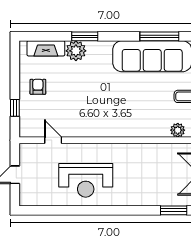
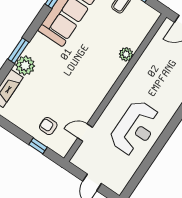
armchair: (38, 87) -> (48, 126), moved
plant: (178, 130) -> (126, 54), moved

